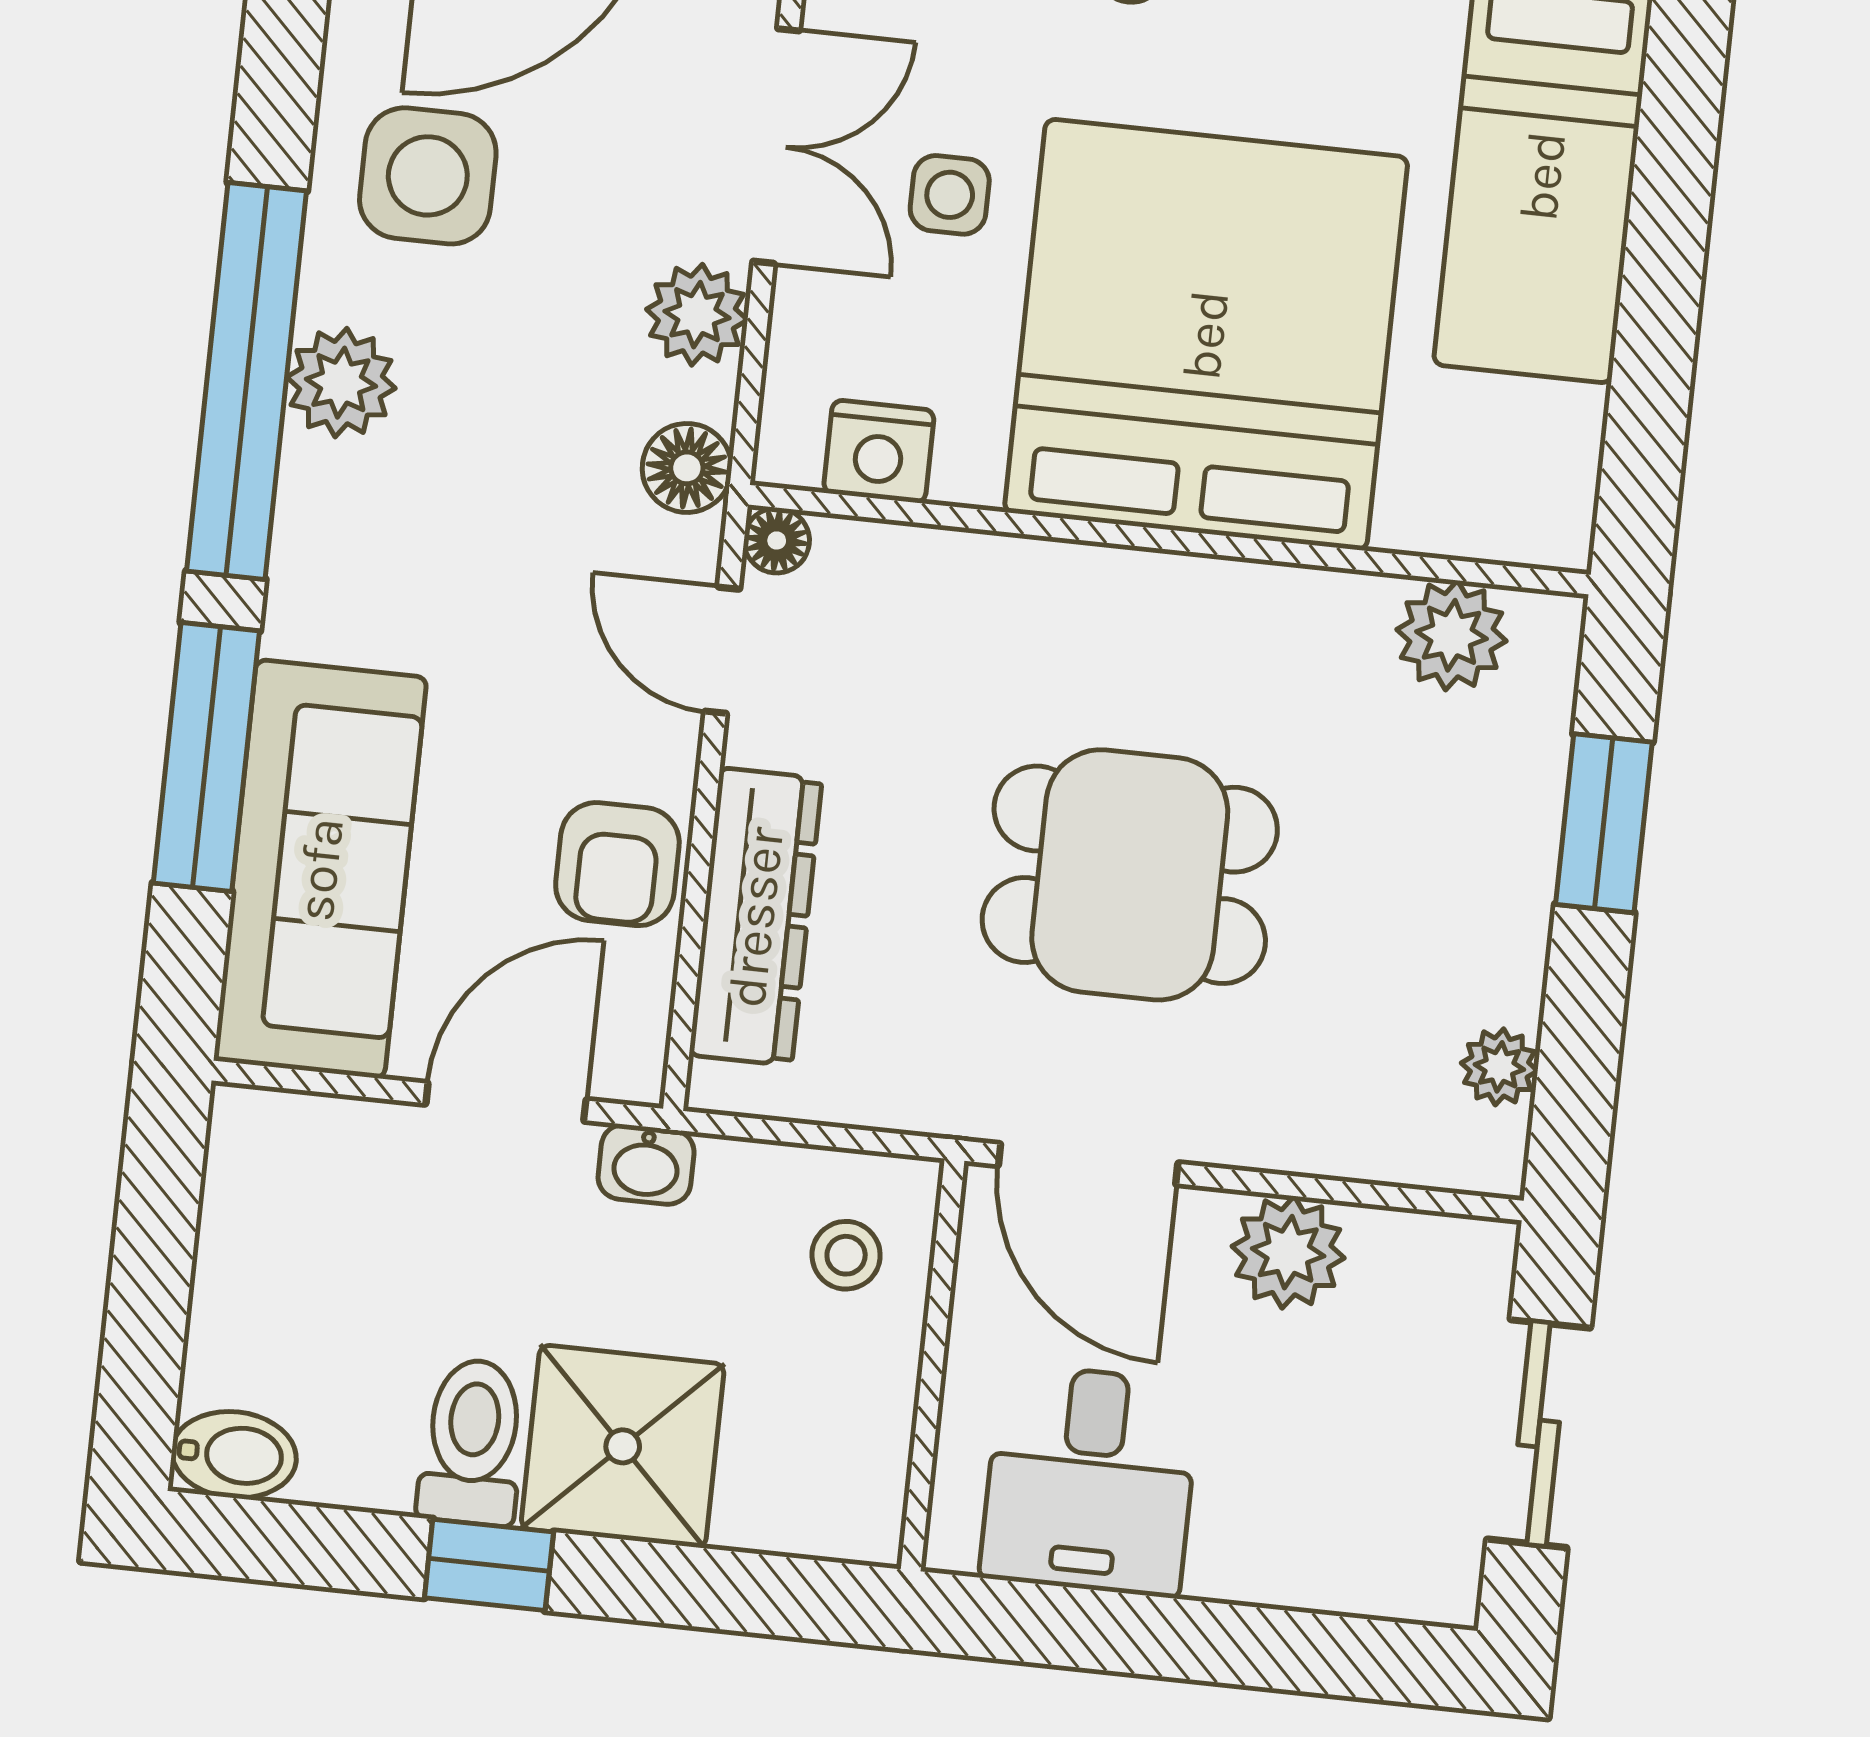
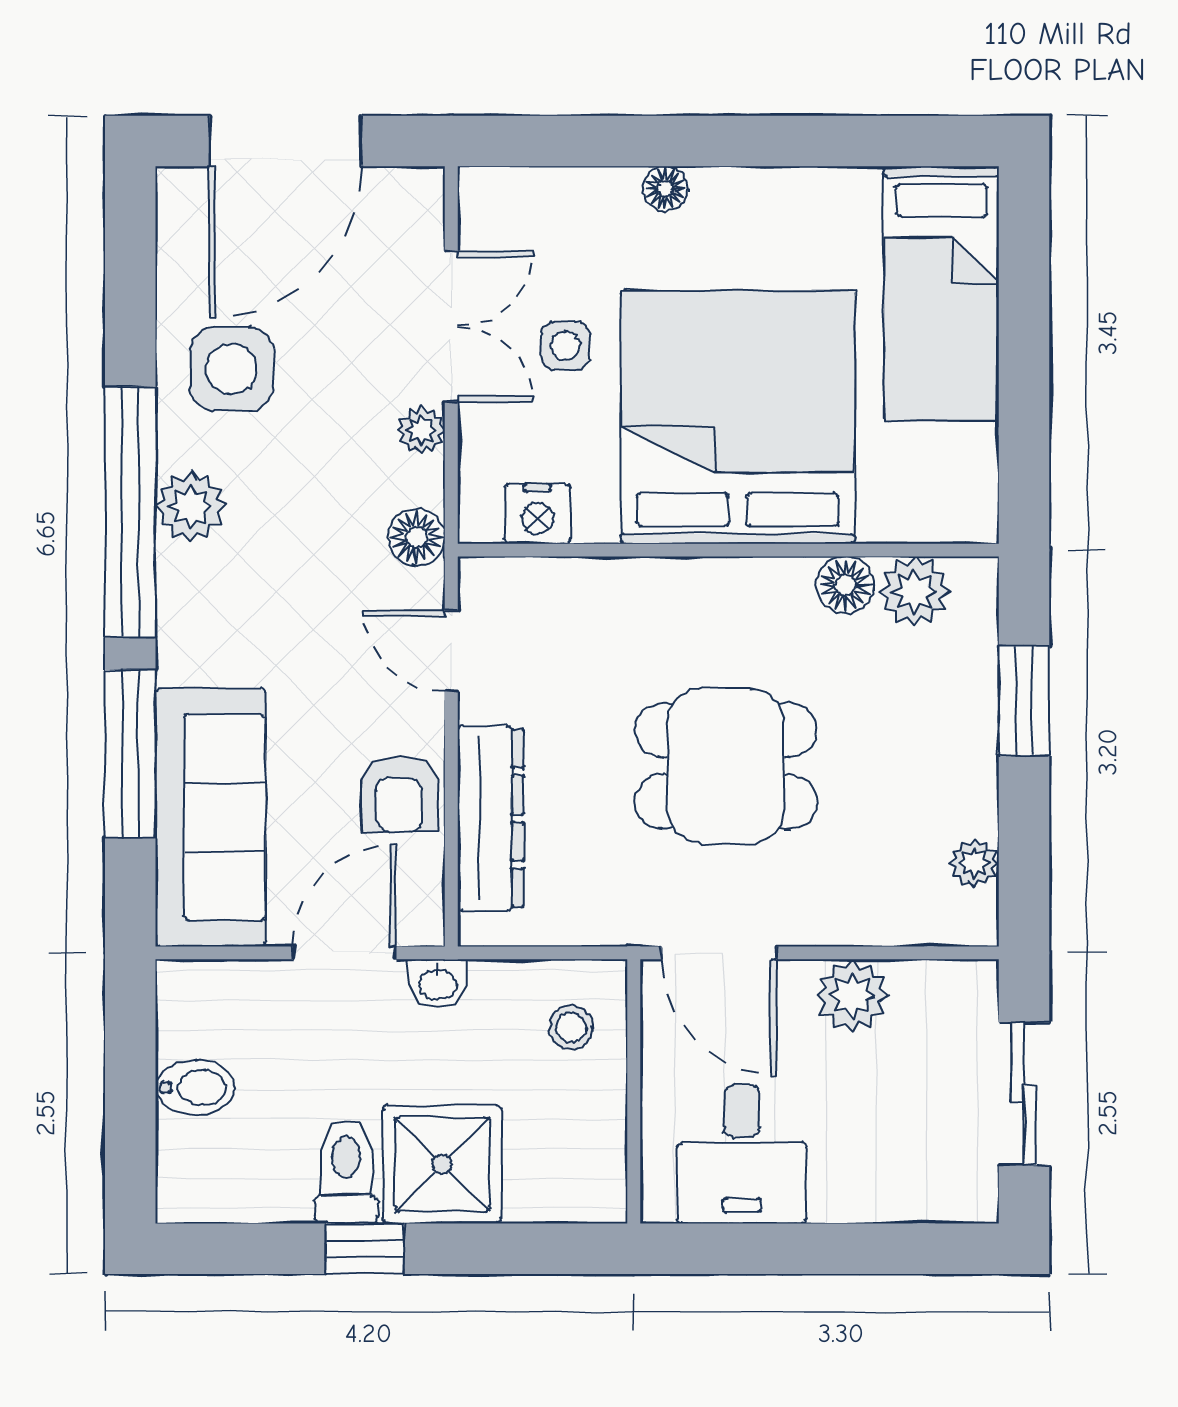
plant: (697, 315) -> (421, 430), width x0.73, depth x0.73
floor lamp: (777, 540) -> (845, 585), moved, width x1.37, depth x1.37
bidet: (234, 1455) -> (195, 1088), moved

